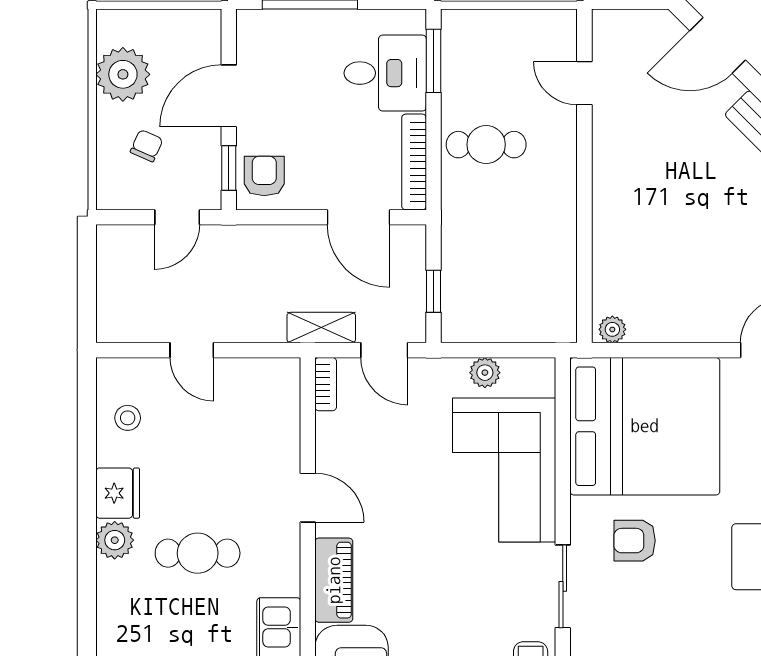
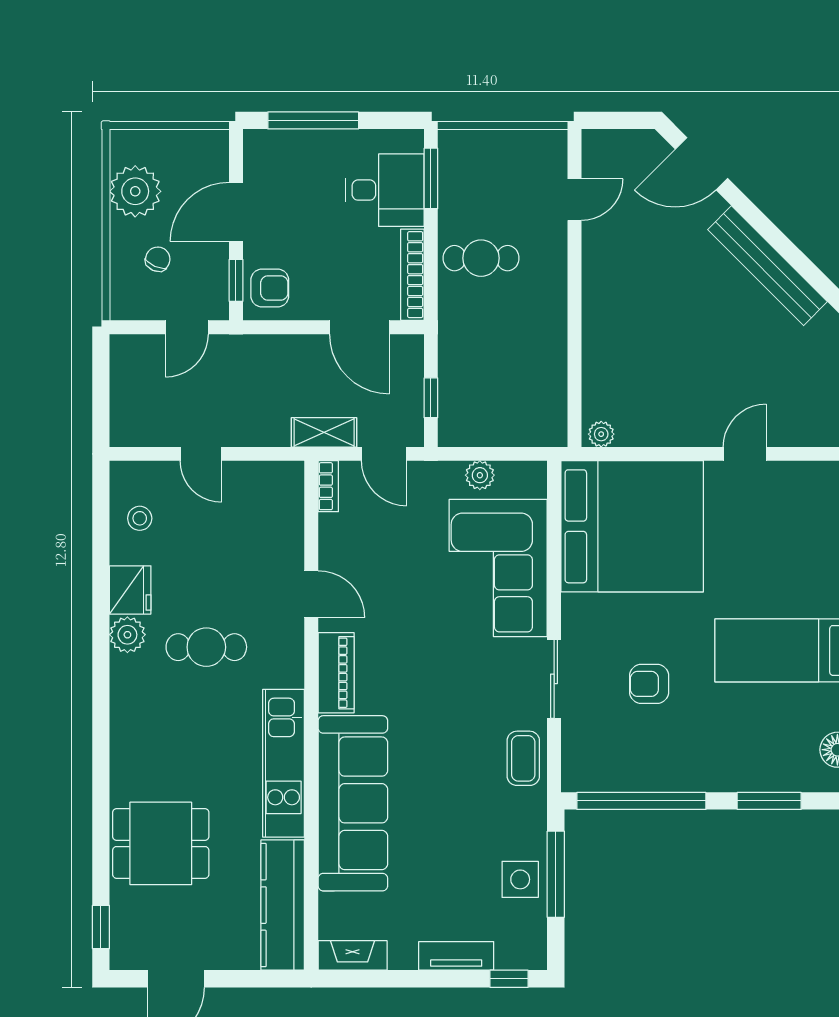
door: (584, 83) -> (575, 200), swing flipped
armchair: (264, 176) -> (270, 288), turned 90
armchair: (635, 541) -> (649, 684), moved

